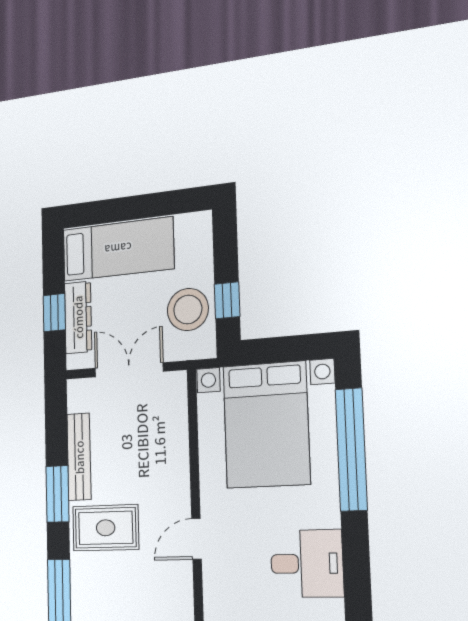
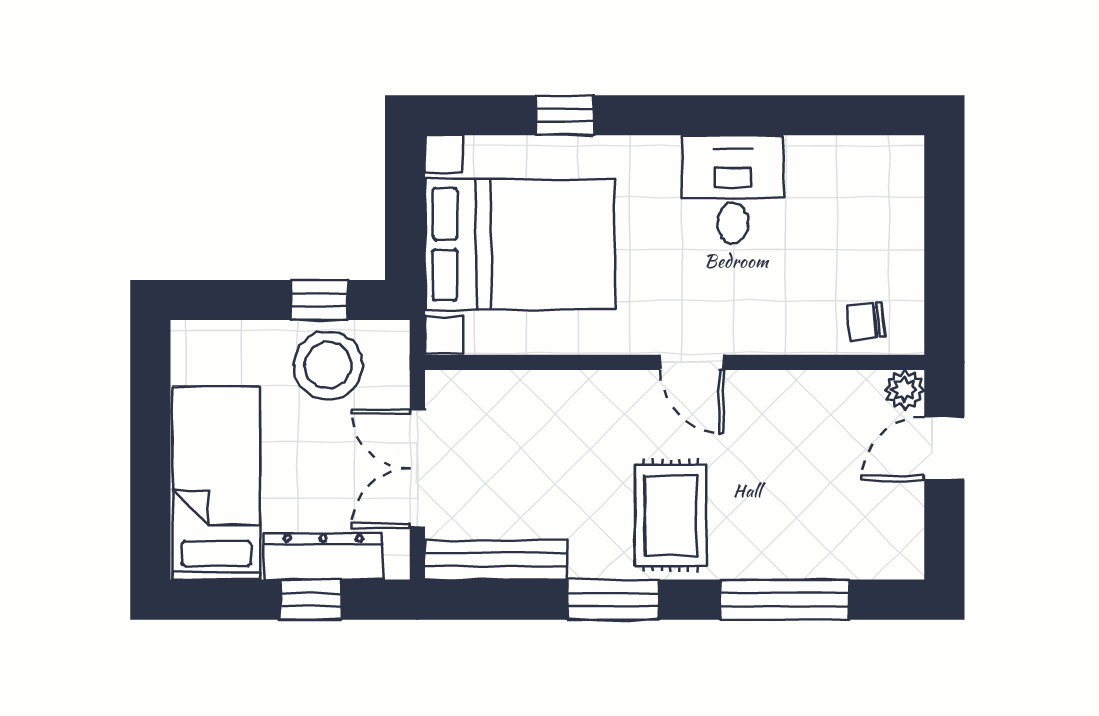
window: (351, 449) -> (565, 115), width x0.32
bench: (79, 457) -> (496, 560), moved

